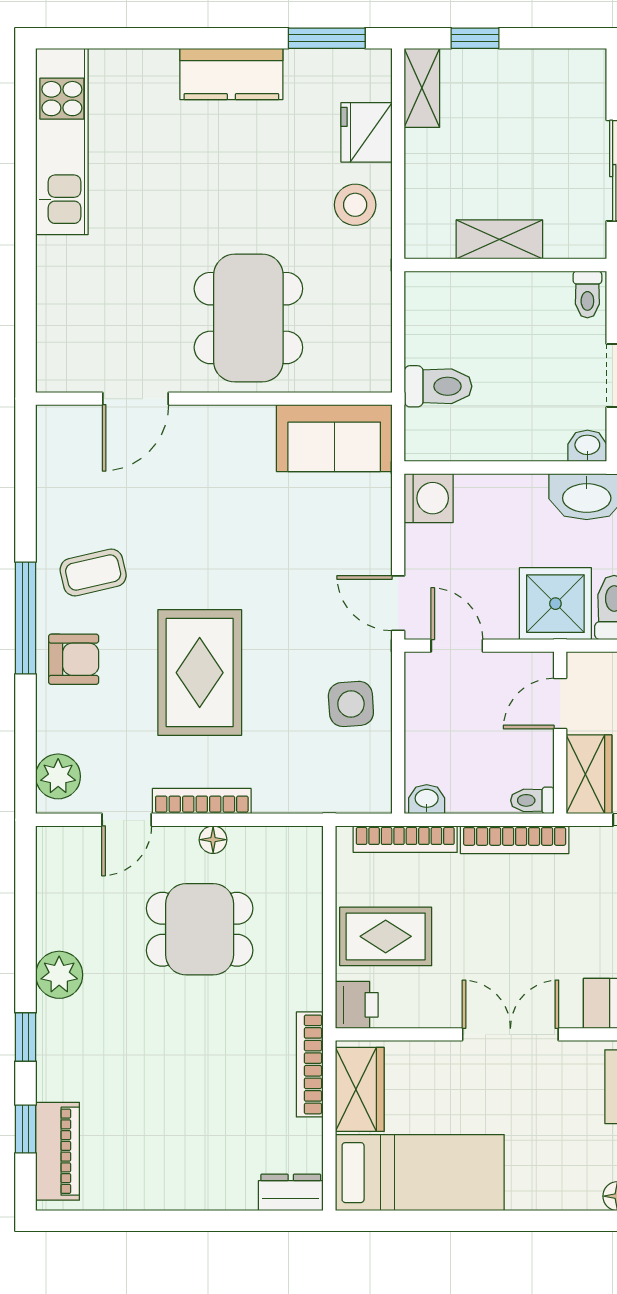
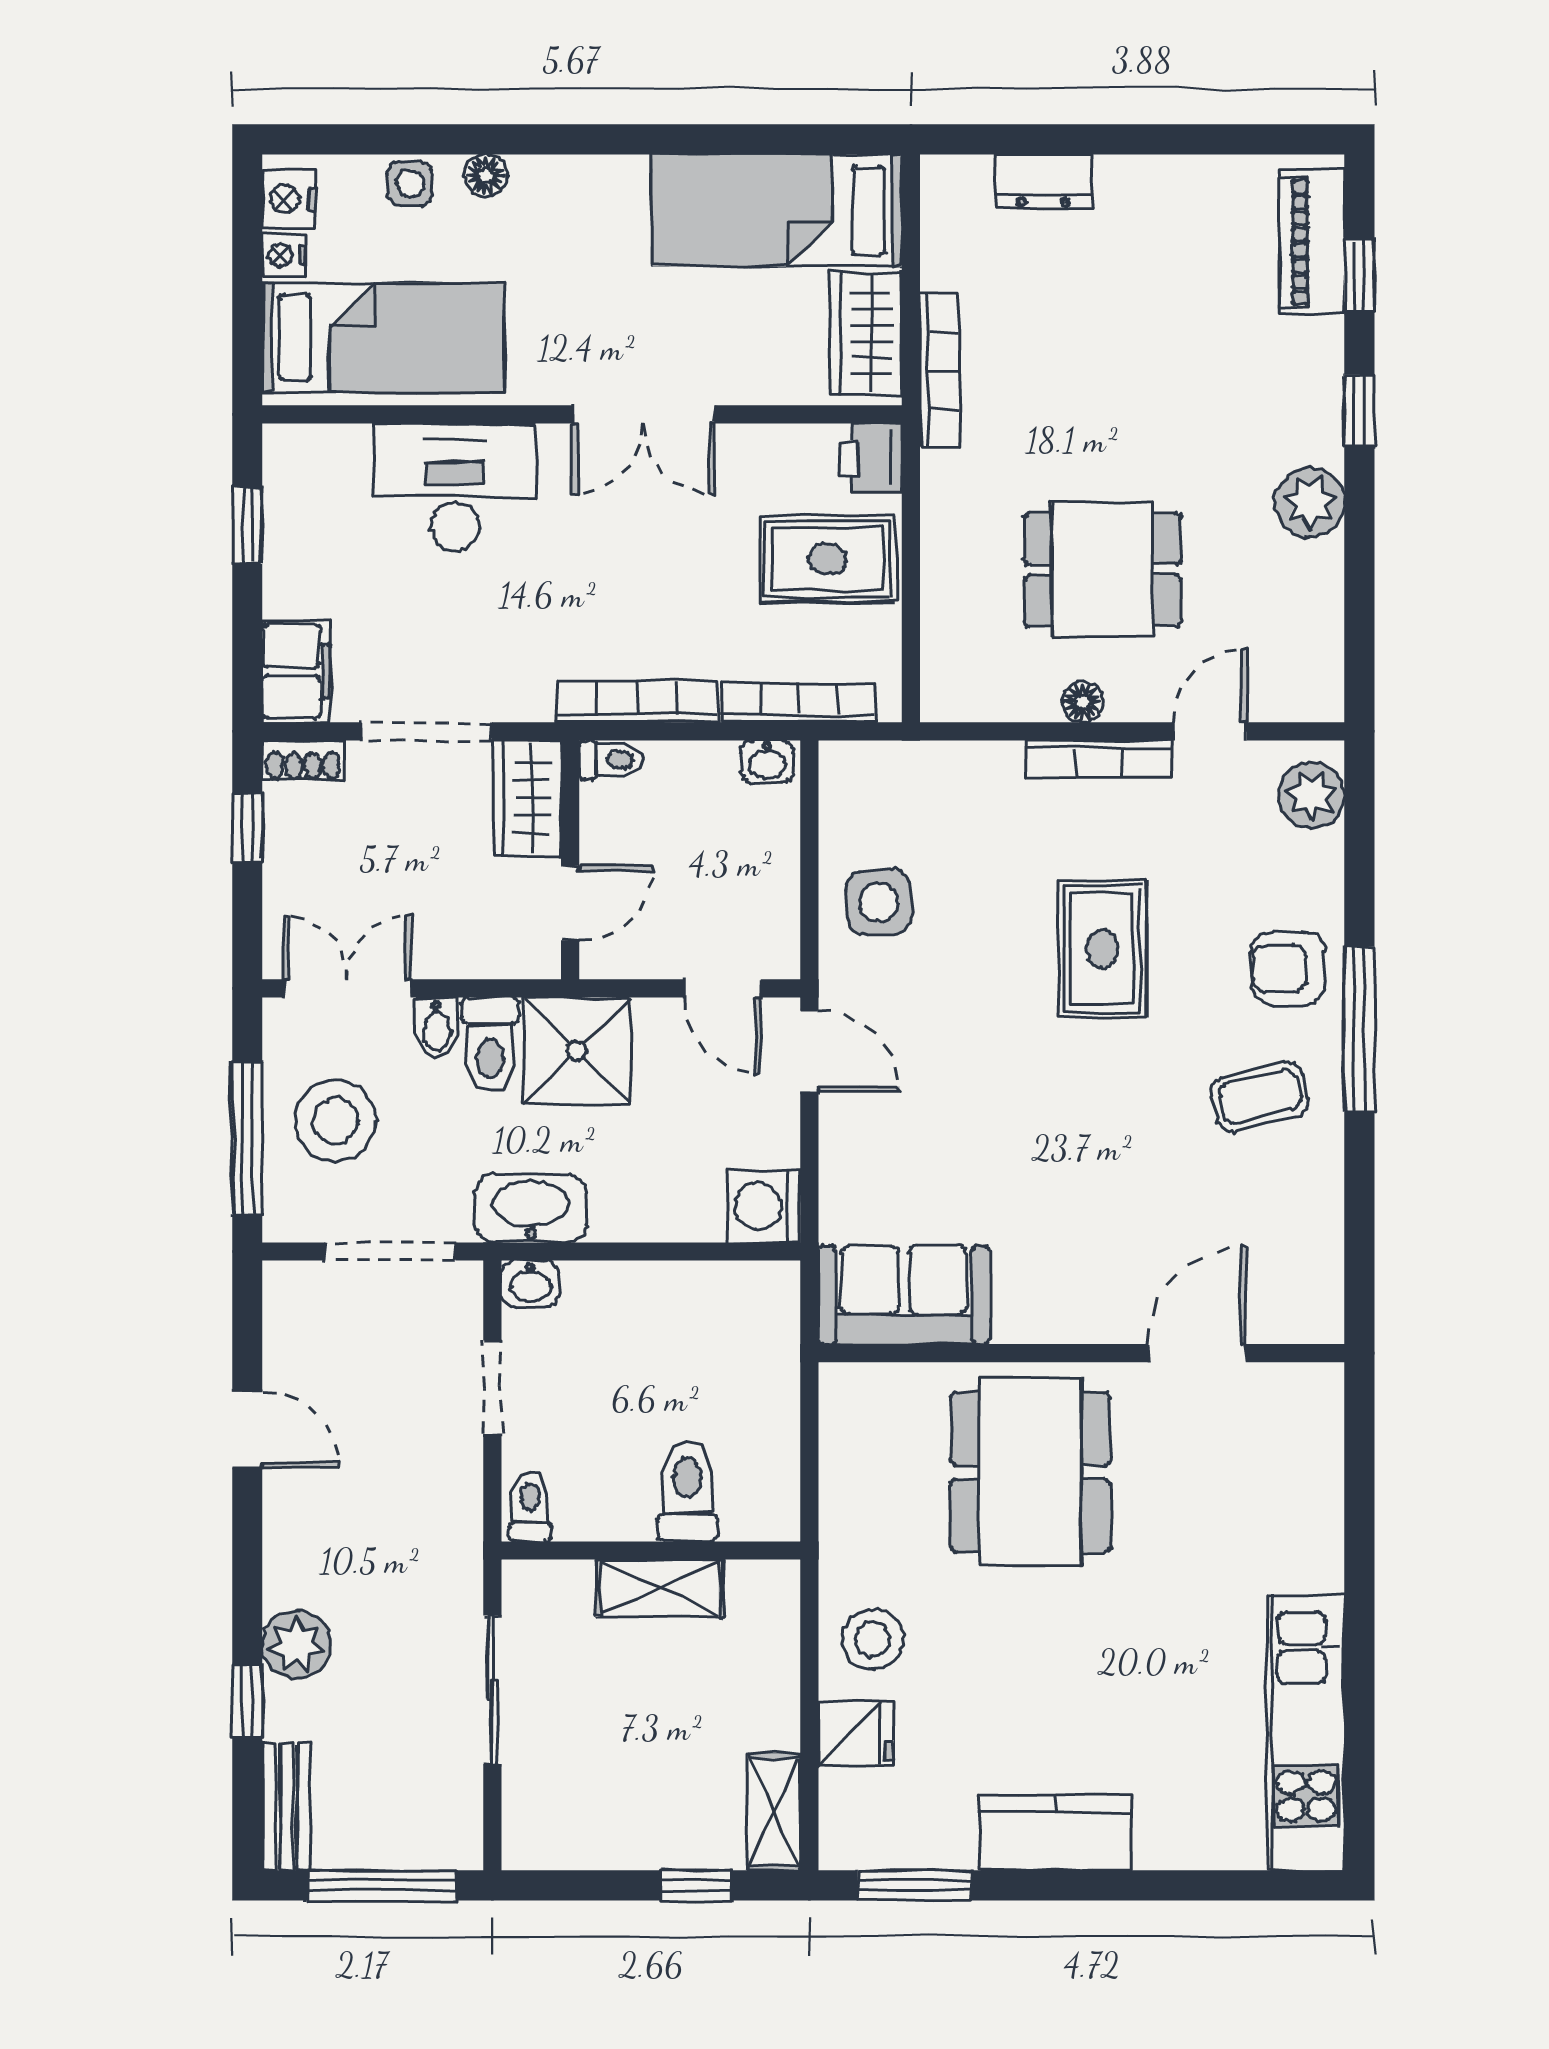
fridge: (366, 132) -> (856, 1734), width x0.72
toilet: (438, 386) -> (687, 1492), moved, turned 90
rug: (200, 673) -> (1102, 949), width x0.73, depth x0.70
dresser: (291, 1192) -> (1044, 181), moved

